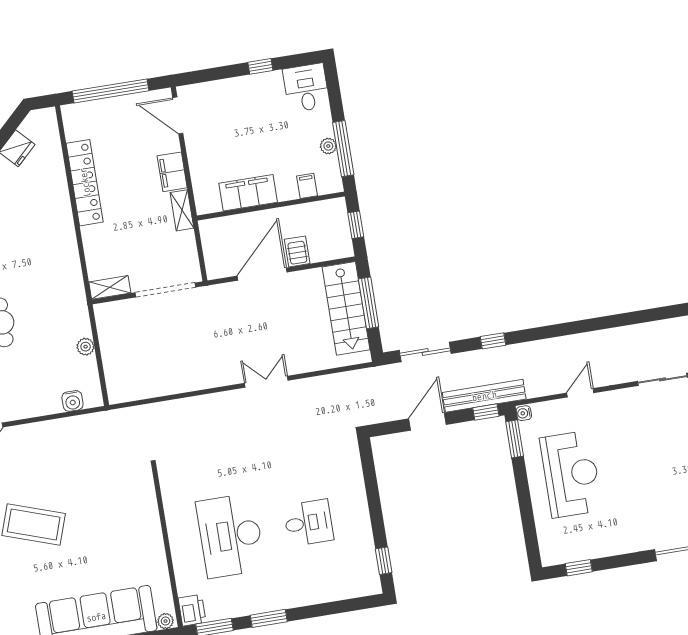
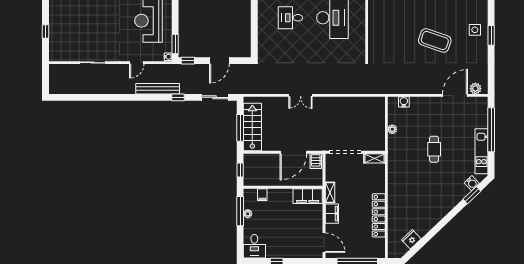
filing cabinet: (248, 193) -> (308, 196), moved
server rack: (297, 251) -> (316, 161), moved
bench: (484, 396) -> (158, 89), moved

